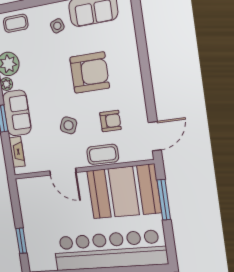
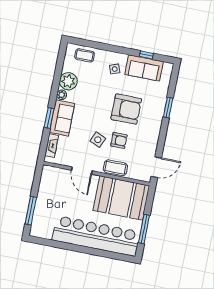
window: (143, 50) -> (168, 108), added
armchair: (110, 121) -> (119, 140), moved
window: (164, 200) -> (144, 229), moved
window: (21, 241) -> (31, 211), width x1.44

